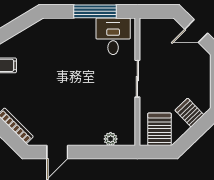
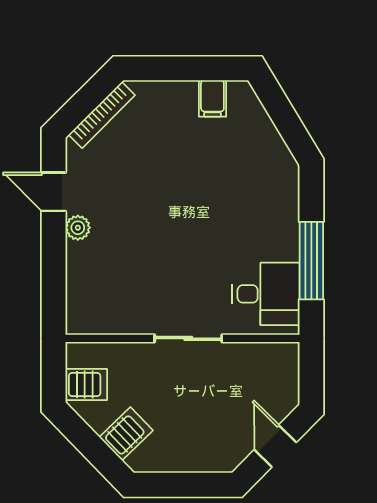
server rack: (159, 129) -> (86, 384), width x0.73, depth x0.70
plant: (111, 139) -> (78, 228), moved

